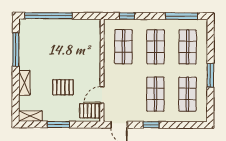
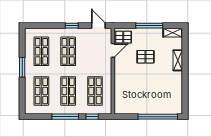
window: (181, 16) -> (65, 117), moved
window: (16, 50) -> (185, 88), removed
window: (58, 124) -> (149, 26), width x1.44

